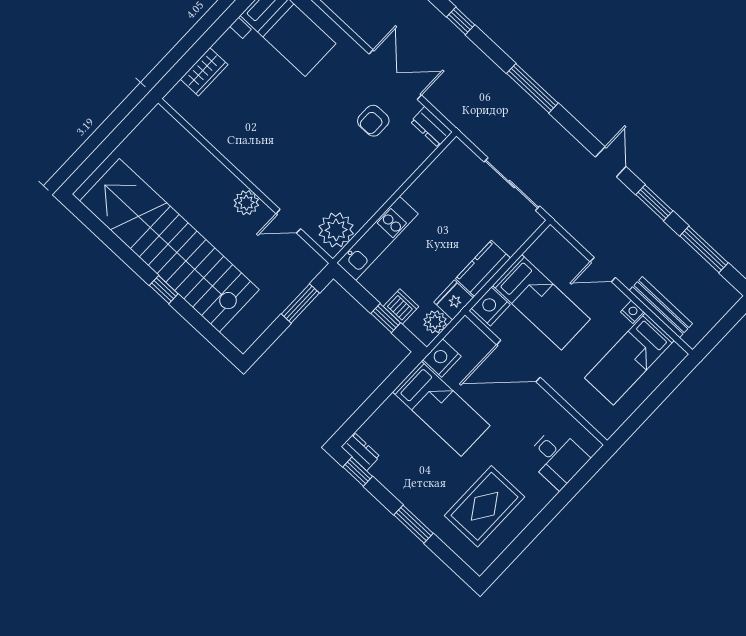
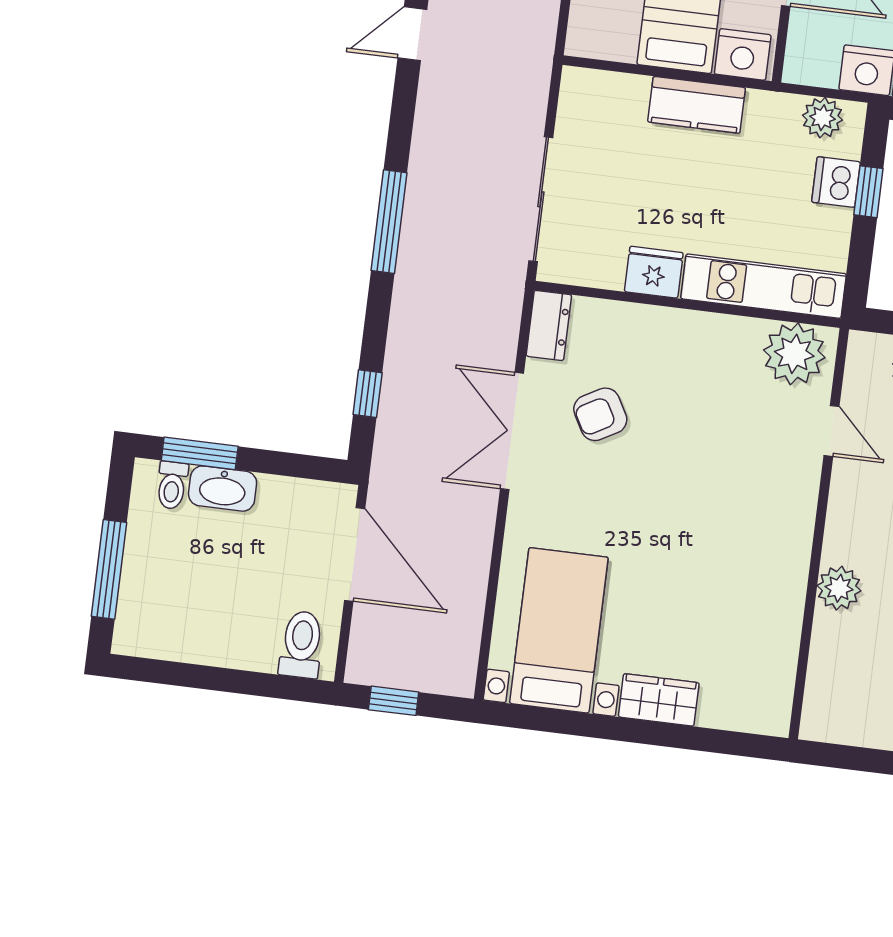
wardrobe: (204, 72) -> (659, 700), moved
armchair: (373, 121) -> (600, 414), turned 151
sliding door: (512, 184) -> (541, 199), moved
plant: (246, 203) -> (839, 588), moved
fridge: (453, 300) -> (654, 272), moved, turned 180

